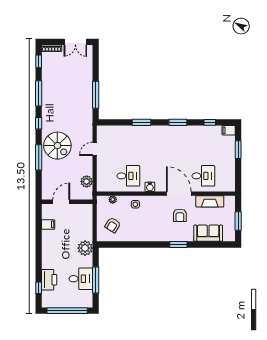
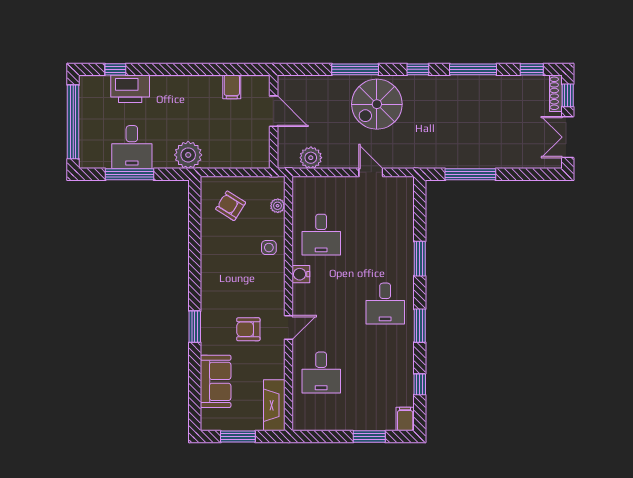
window: (53, 42) -> (568, 95), added
desk: (166, 141) -> (385, 304), added
door: (179, 194) -> (289, 327), width x0.53
fireplace: (210, 201) -> (274, 405), moved

